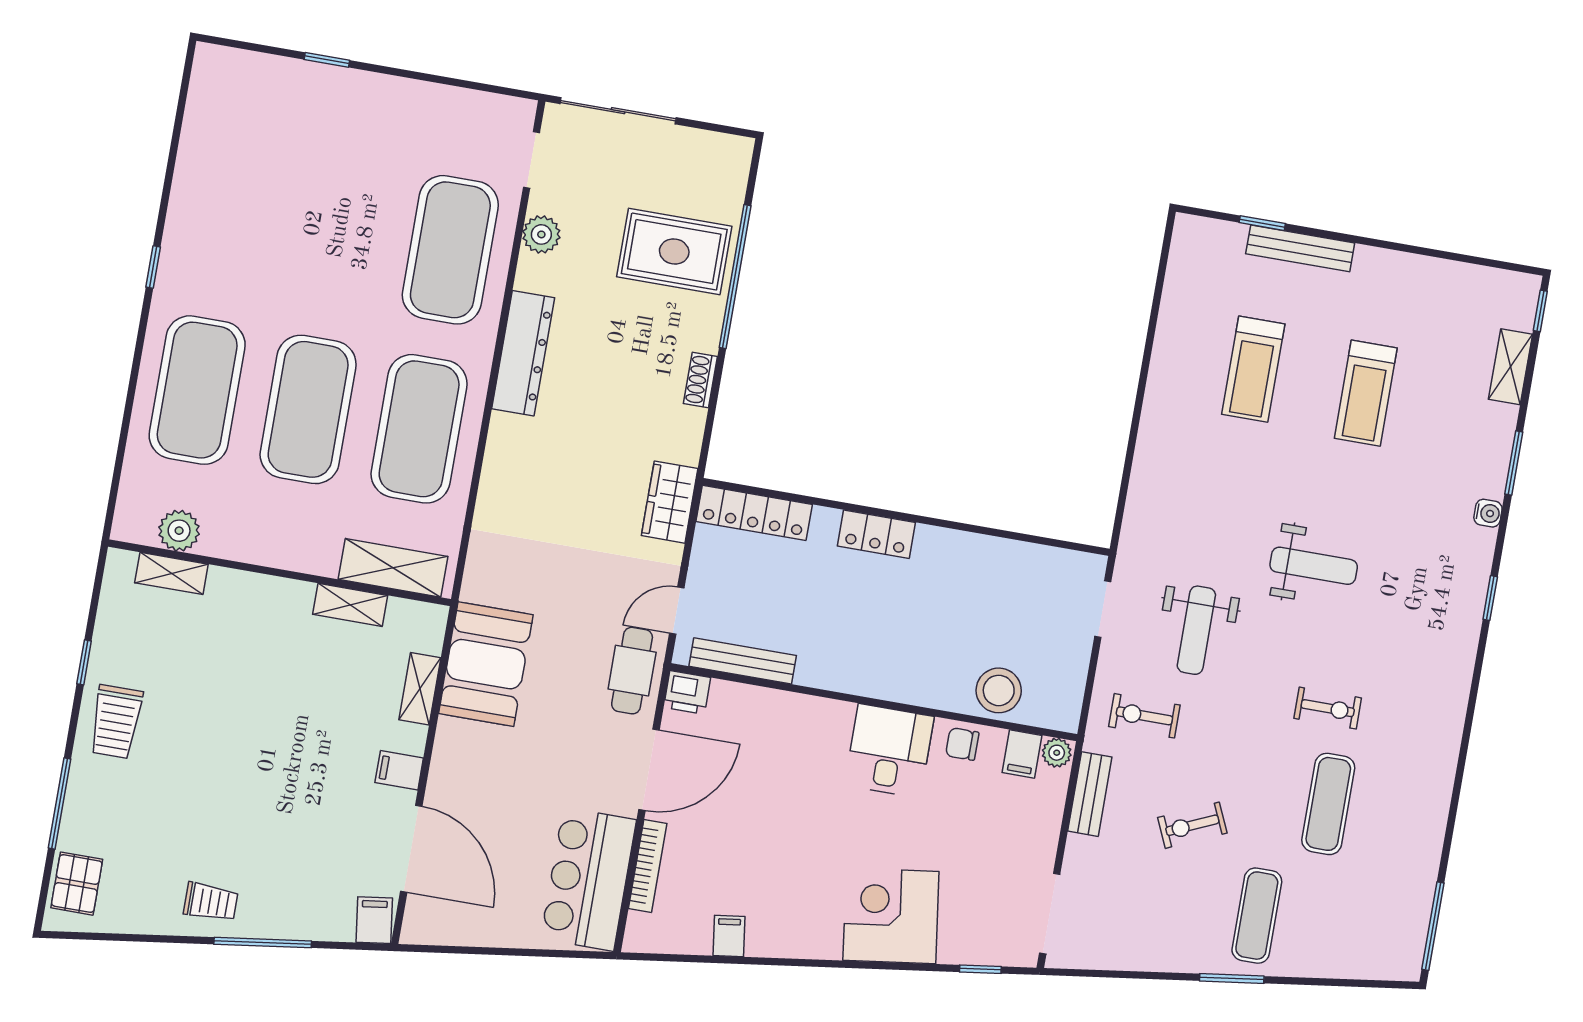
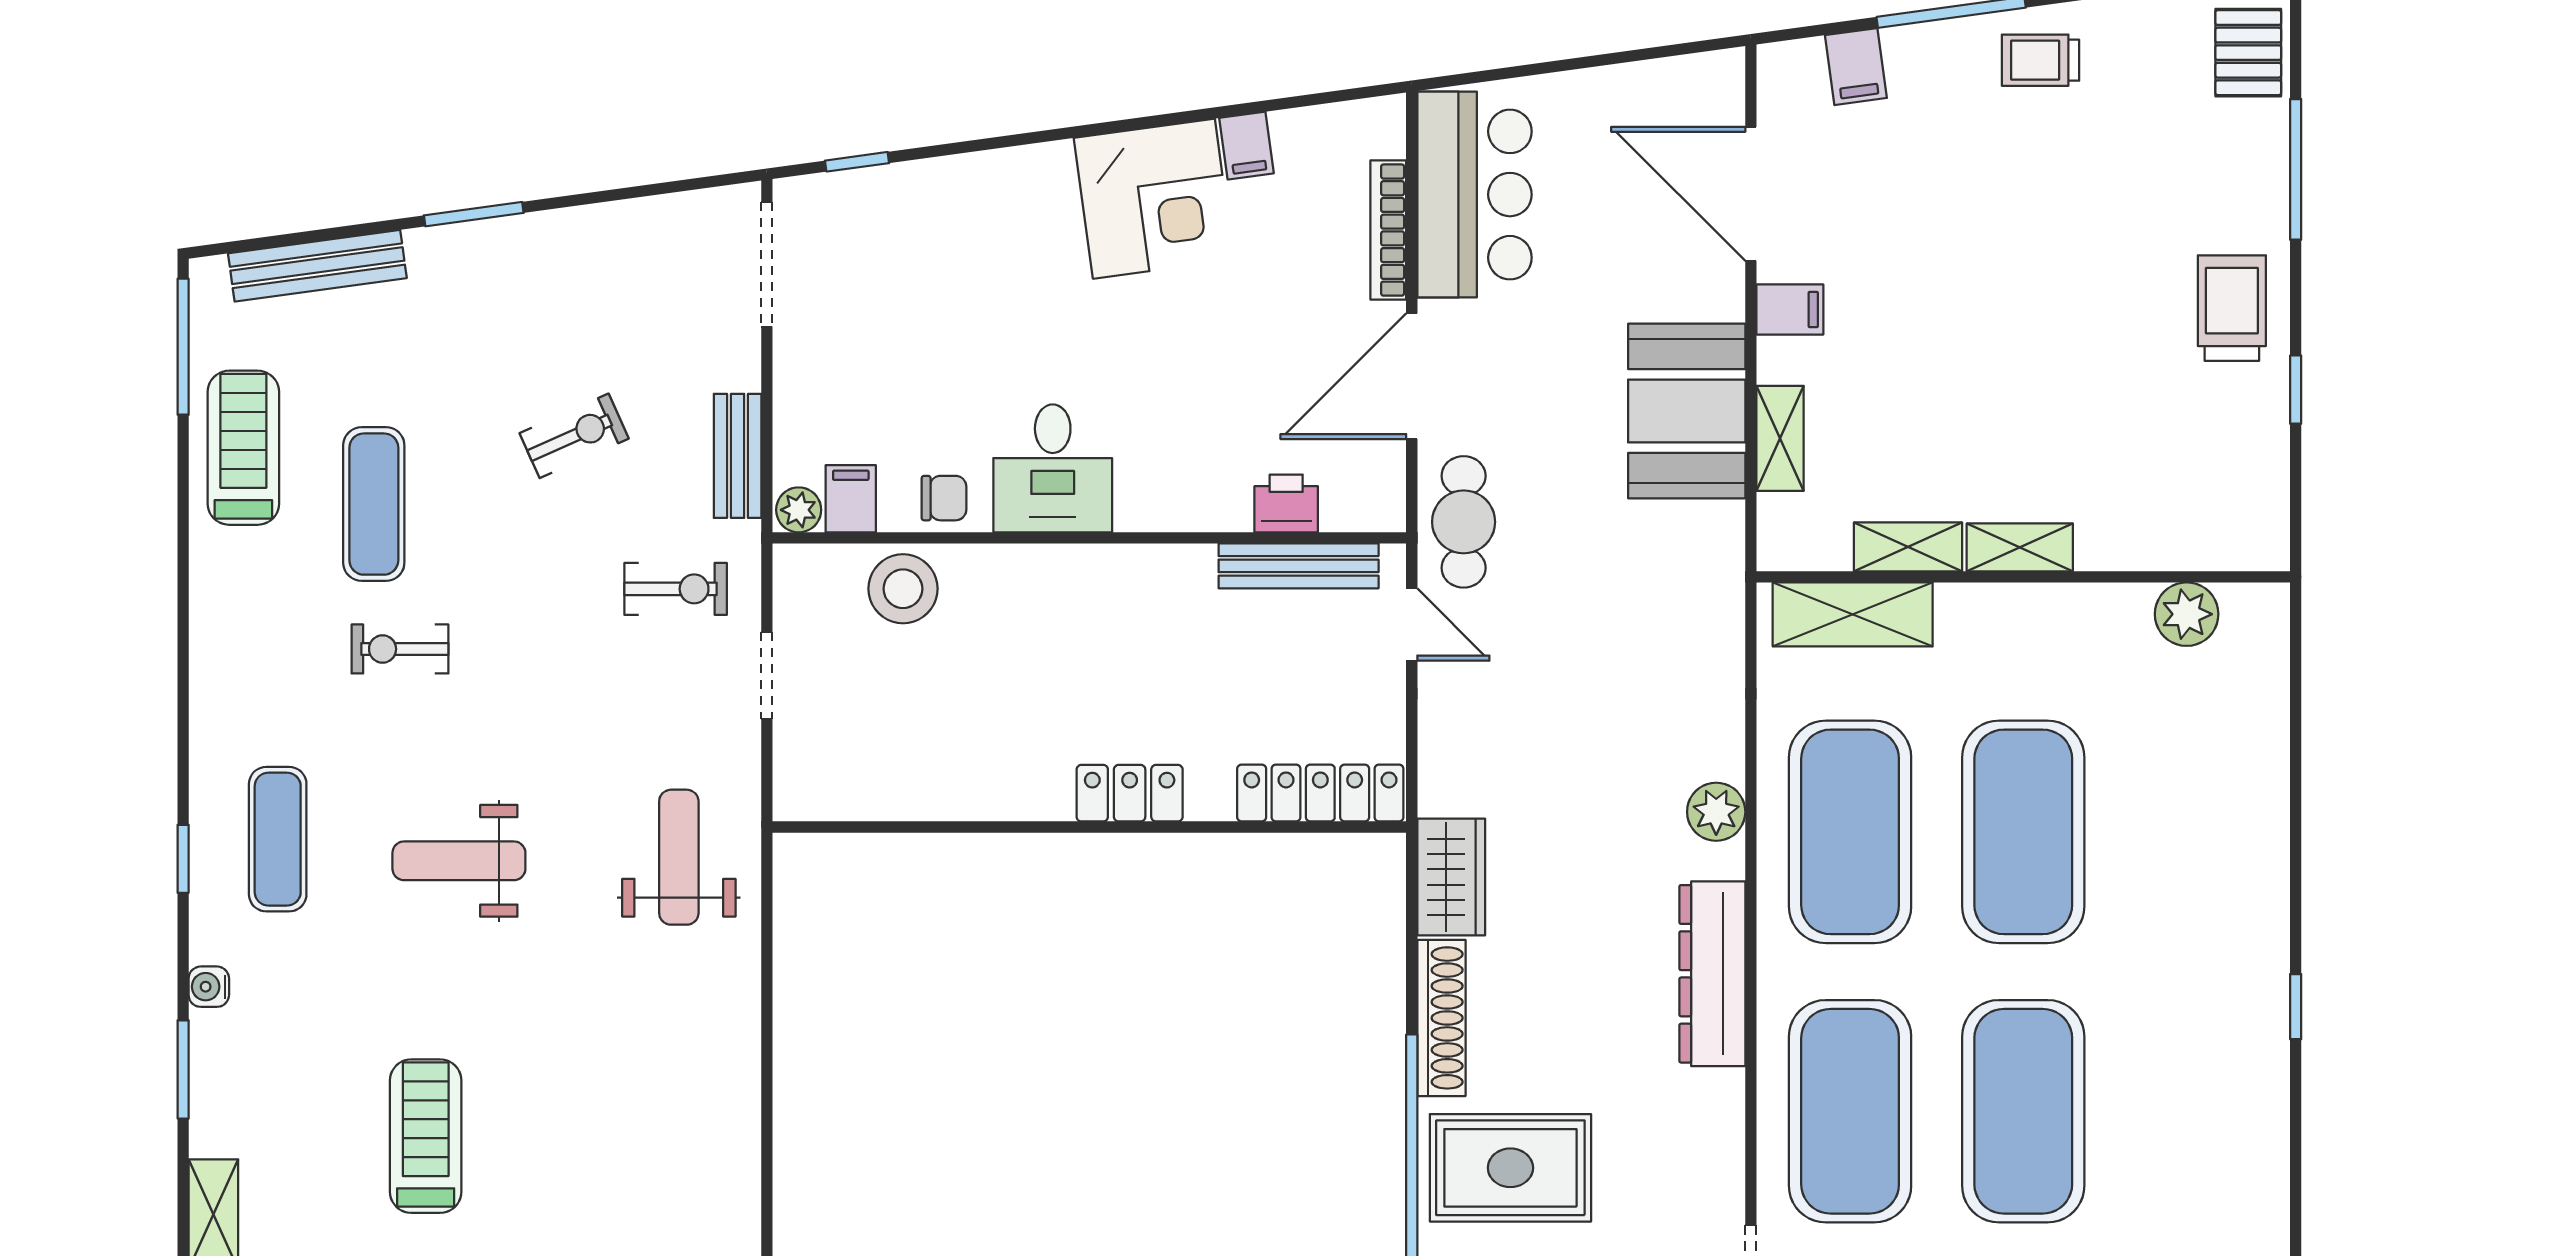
plant: (541, 234) -> (1716, 812), moved
treadmill: (1253, 369) -> (243, 448), moved
shoe rack: (700, 380) -> (1441, 1018), width x1.94, depth x1.24
exercise mat: (197, 390) -> (2023, 1111), moved
wardrobe: (670, 502) -> (1451, 877), moved
shelving: (171, 573) -> (2020, 547), moved
doorway: (1103, 609) -> (767, 676), moved
door: (677, 611) -> (1412, 625), hinge flipped
weight bench: (1196, 630) -> (679, 857), moved
booth: (486, 664) -> (1687, 411), moved
printer: (687, 692) -> (1286, 503), moved
corner desk: (891, 916) -> (1154, 199), moved
exercise mat: (1257, 916) -> (278, 839), moved
filing cabinet: (374, 920) -> (1856, 67), moved
bench: (1338, 963) -> (317, 266), added

